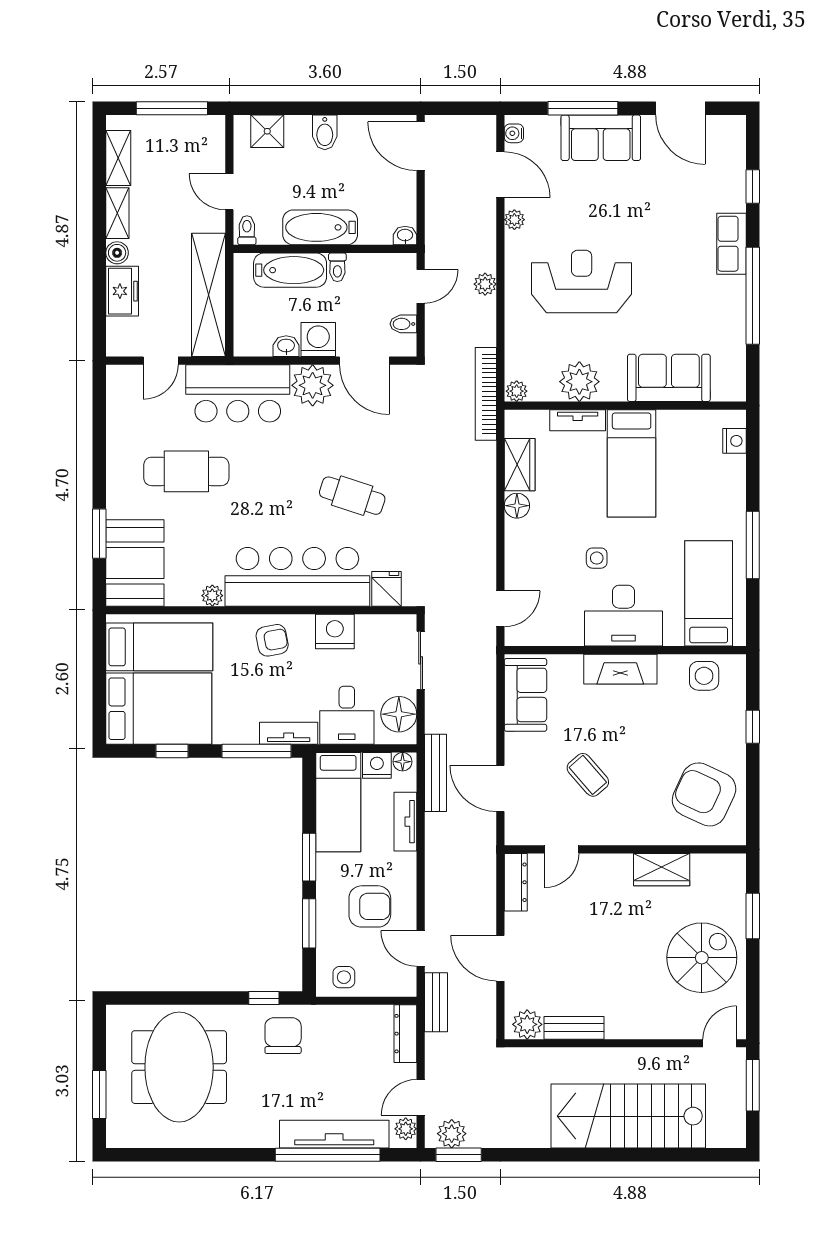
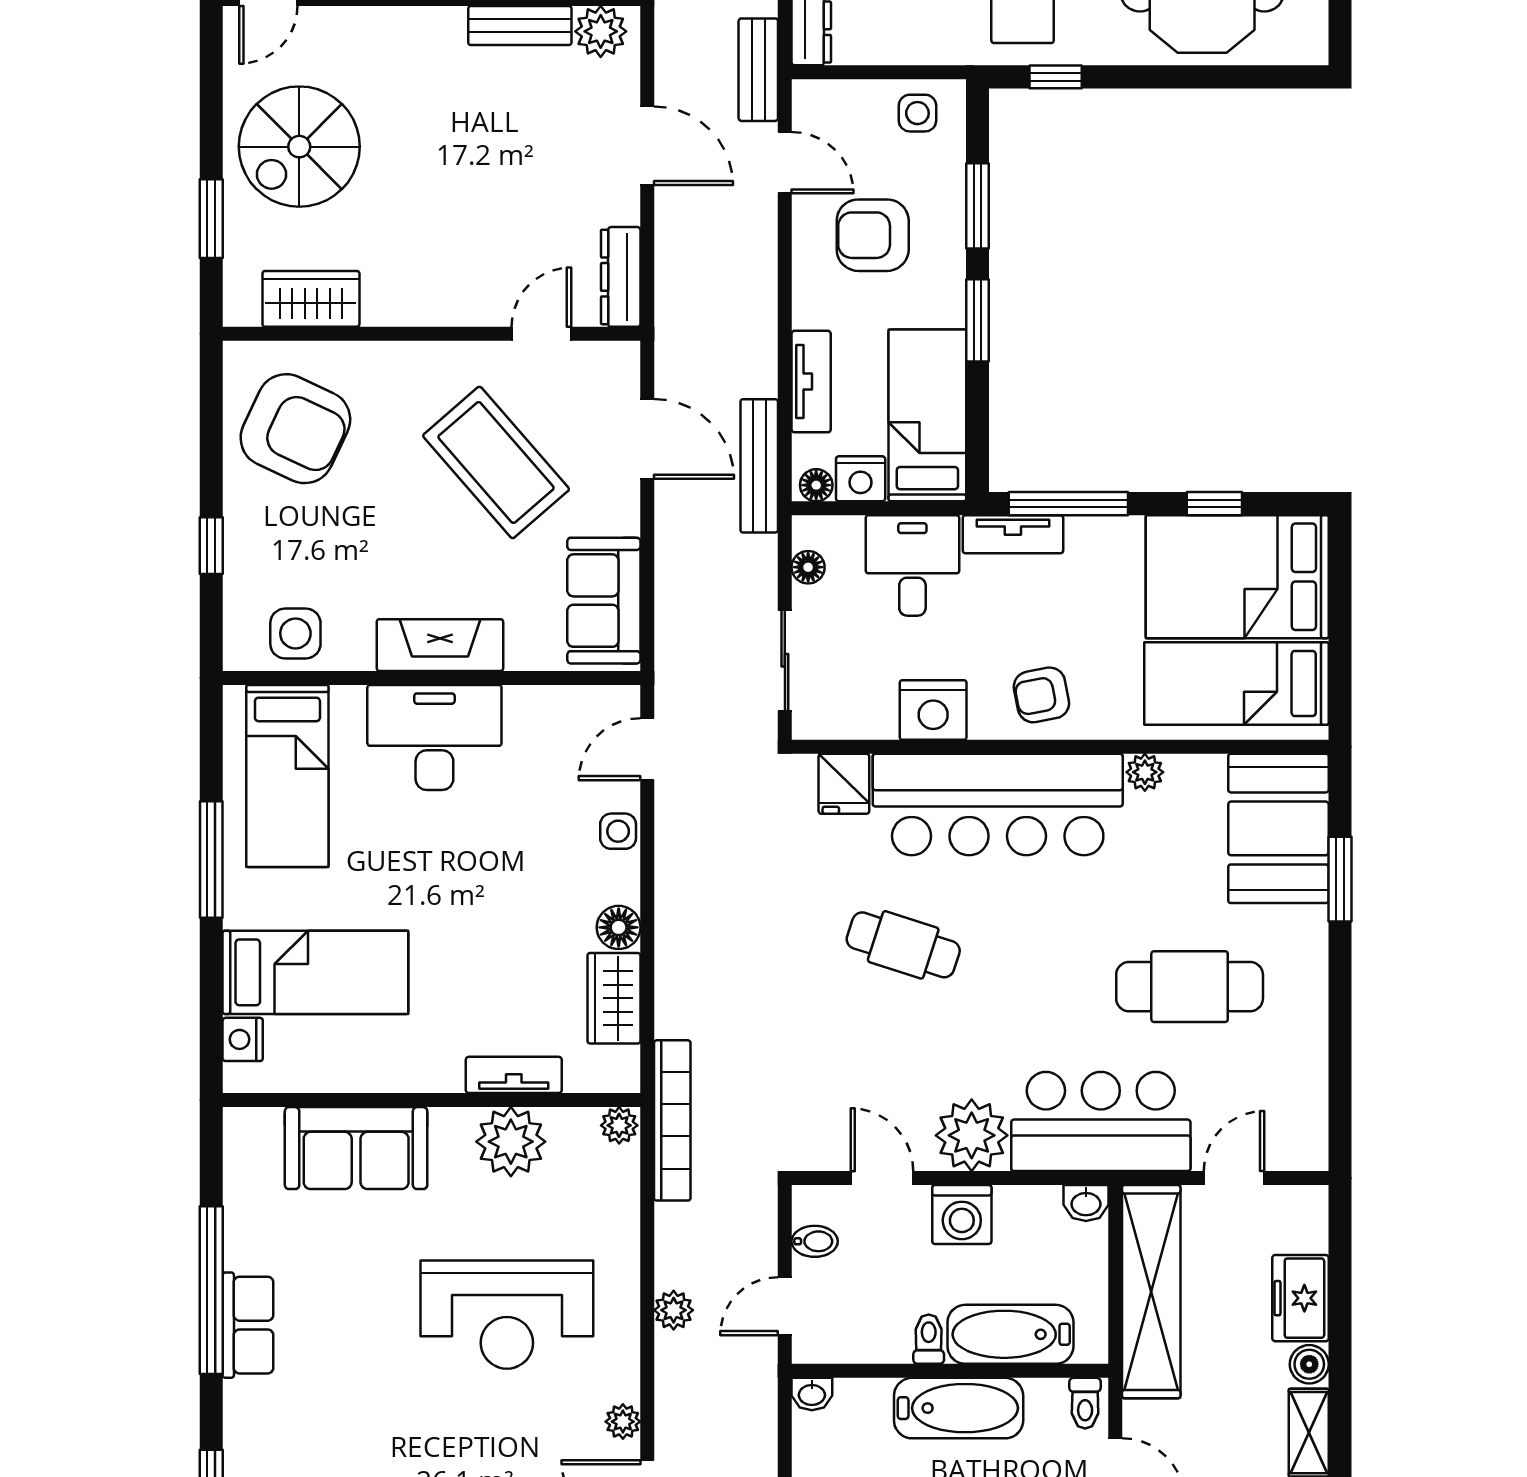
row of seats: (731, 244) -> (248, 1325), moved
washbasin: (286, 346) -> (1086, 1203), moved
door: (364, 361) -> (882, 1178), width x0.73
bed: (632, 463) -> (315, 972), moved, turned 90
side table: (597, 558) -> (618, 831), moved
floor lamp: (399, 714) -> (808, 567), width x0.53, depth x0.53
coffee table: (588, 775) -> (496, 462), width x1.86, depth x1.72
wardrobe: (662, 870) -> (311, 299), moved

